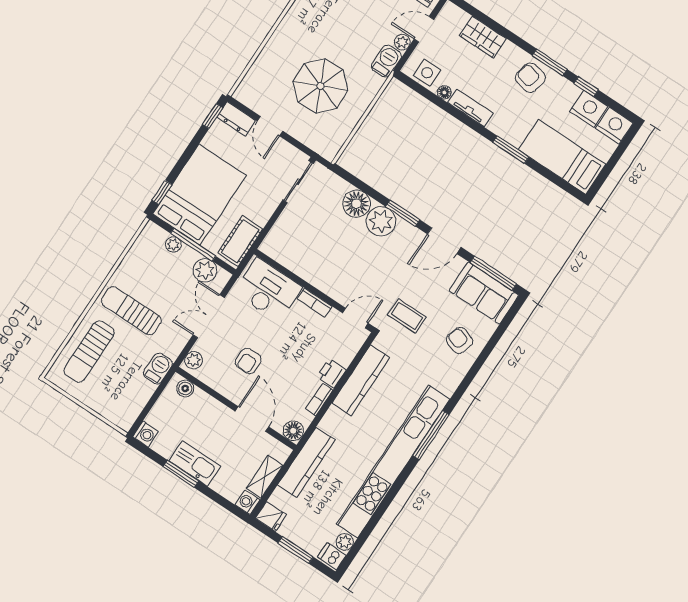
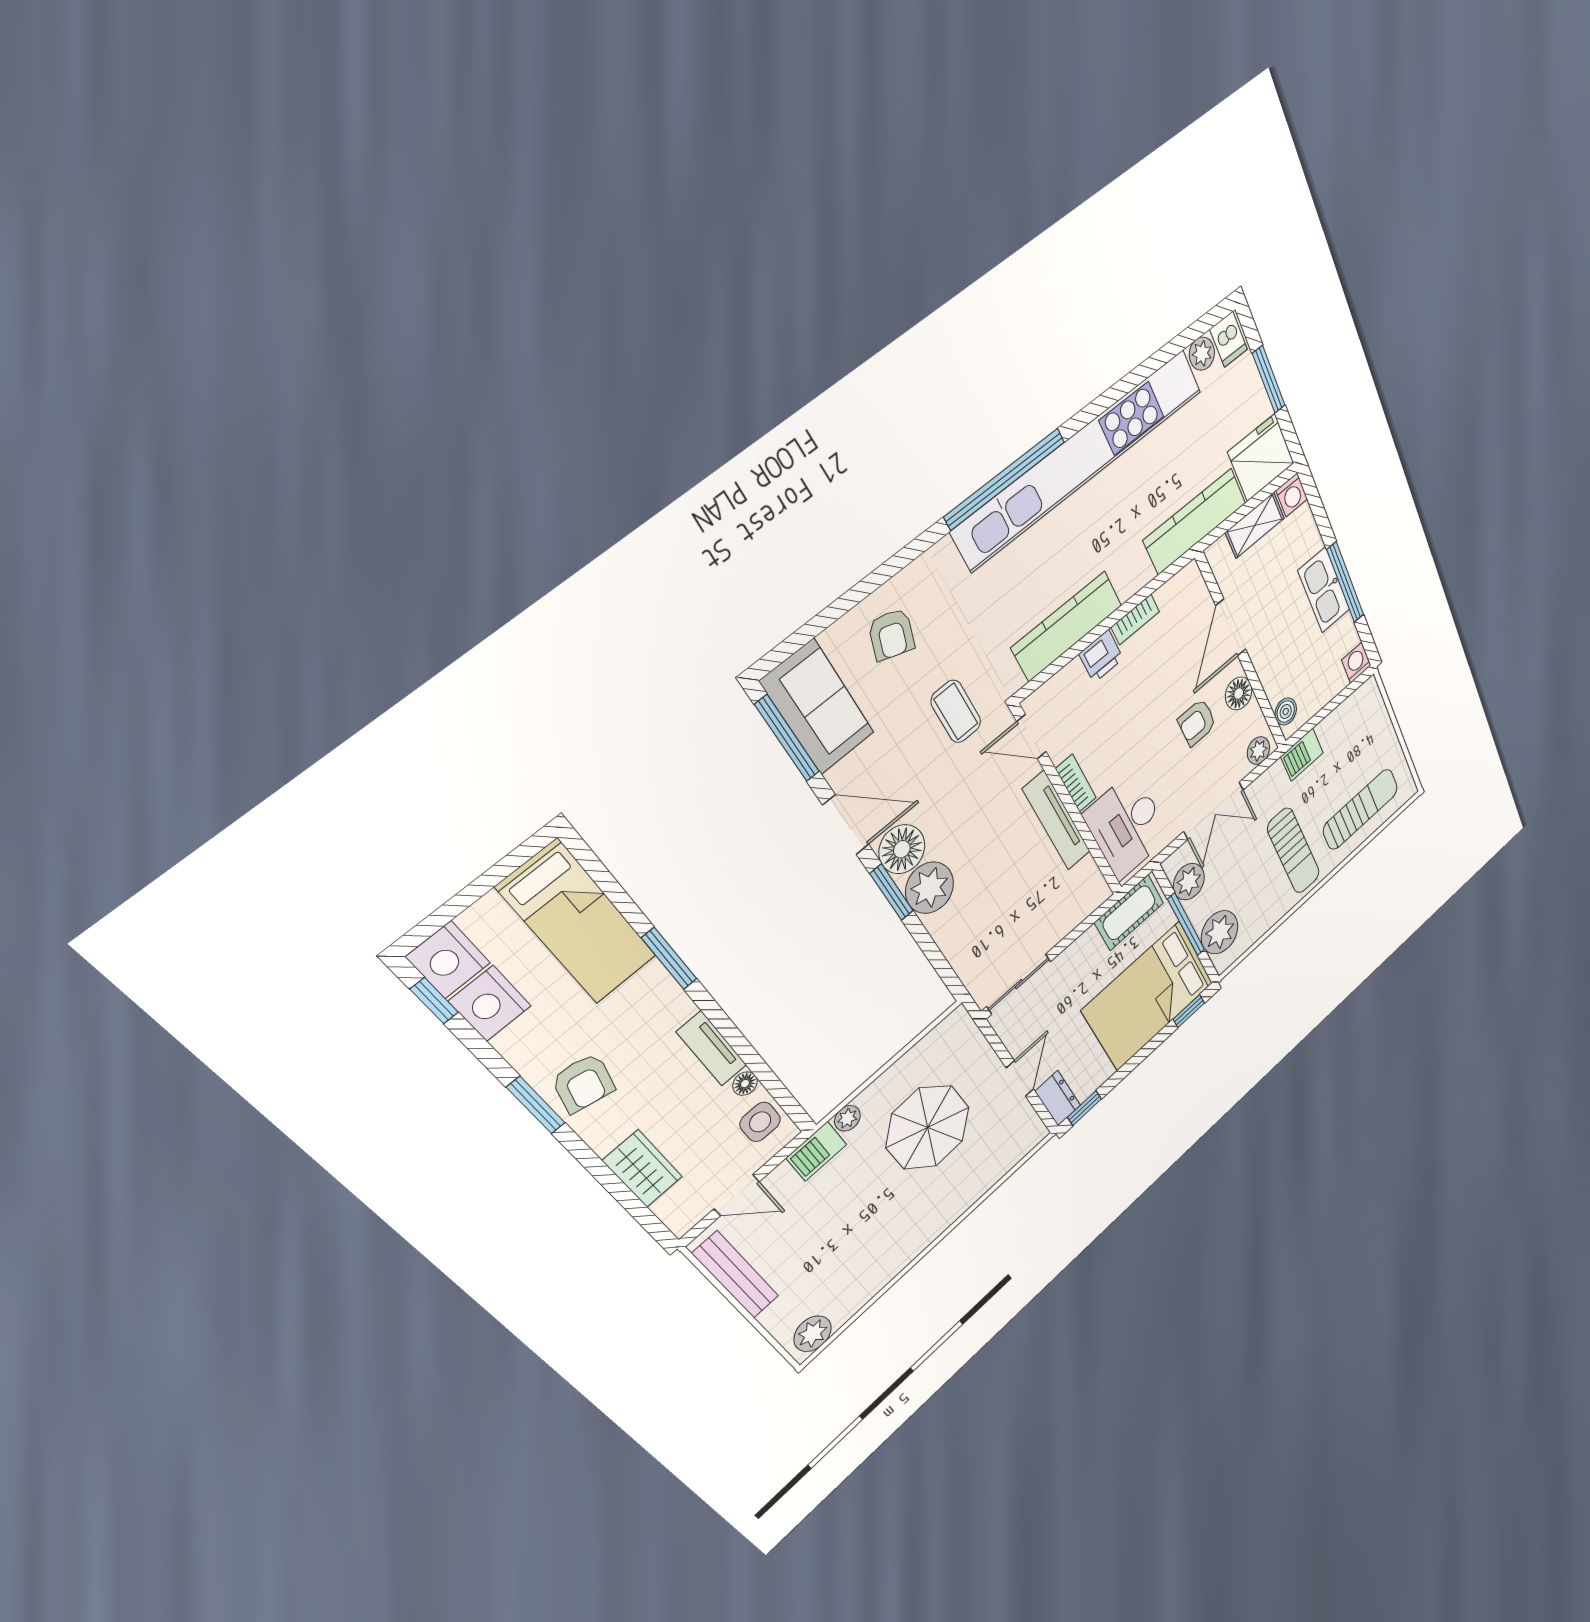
plant: (402, 42) -> (847, 1118), moved
window: (586, 87) -> (434, 1001), moved
floor lamp: (356, 204) -> (902, 849), moved
plant: (173, 244) -> (1220, 932), width x1.87, depth x1.87
tv unit: (317, 279) -> (1056, 821), added
armchair: (248, 361) -> (1197, 722), turned 180
floor lamp: (293, 431) -> (1239, 693), moved
window: (431, 435) -> (1005, 479), width x1.46
window: (181, 474) -> (1345, 582), width x1.44
fridge: (271, 516) -> (1261, 458), width x1.88, depth x1.34

